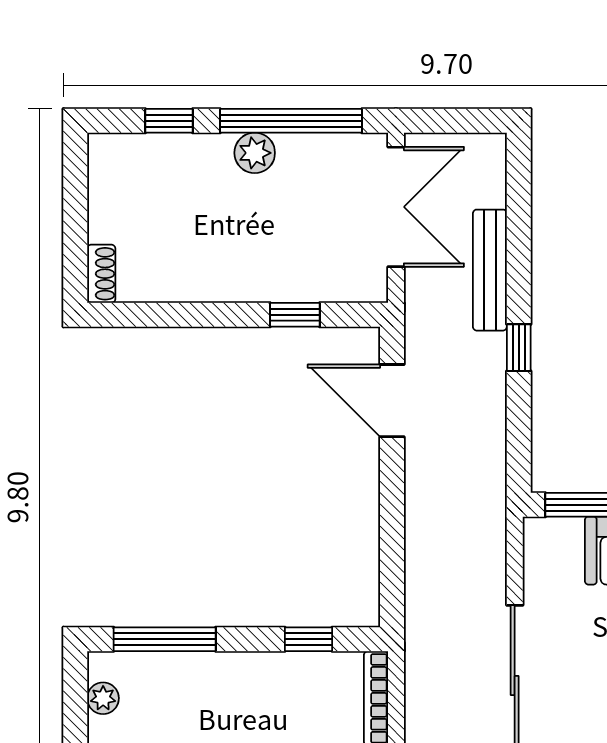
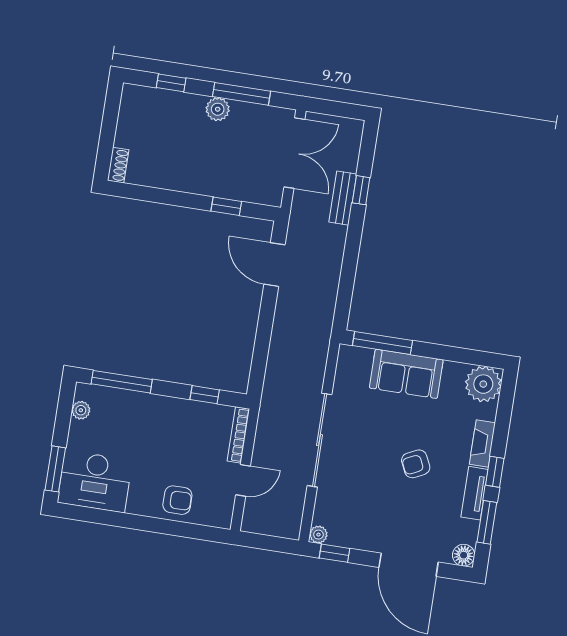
window: (291, 121) -> (242, 94), width x0.68
bench: (490, 270) -> (343, 198), width x0.73
window: (519, 348) -> (361, 190), moved

